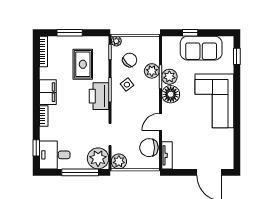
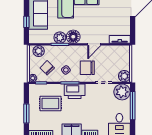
plant: (152, 71) -> (39, 51), moved
door: (160, 122) -> (94, 44), hinge flipped
chair: (149, 148) -> (87, 68), moved, turned 90

